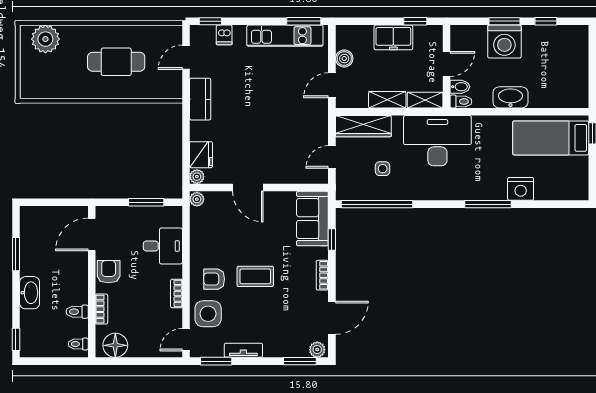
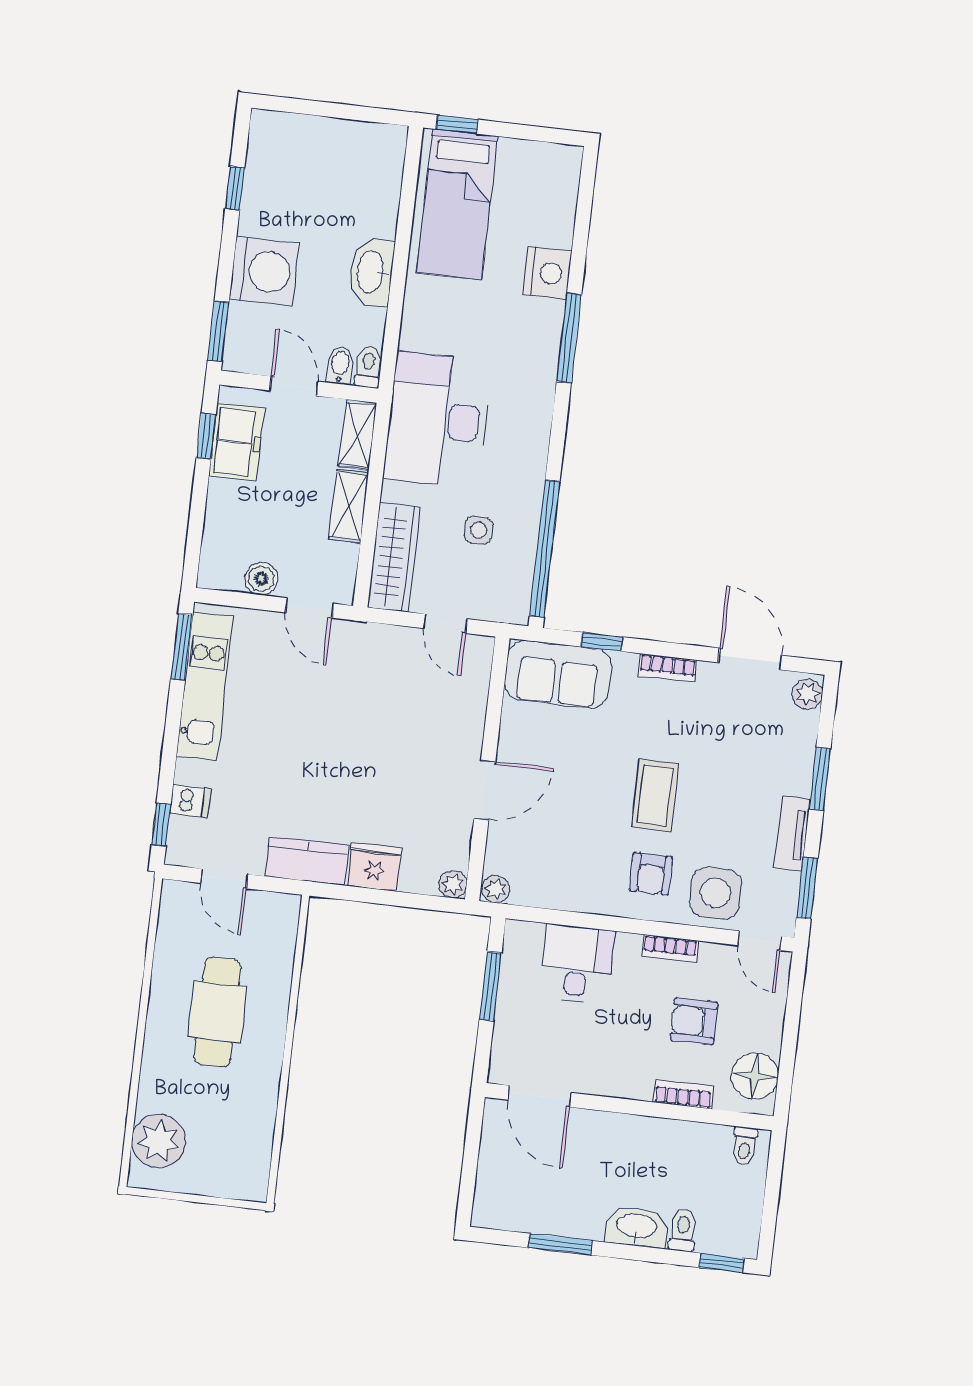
window: (504, 21) -> (218, 331), moved
freezer: (393, 37) -> (236, 442), moved
fridge: (201, 155) -> (374, 867), moved
armchair: (109, 272) -> (694, 1021), moved
toilet: (77, 312) -> (683, 1230), moved, turned 180
window: (300, 361) -> (820, 779), moved

